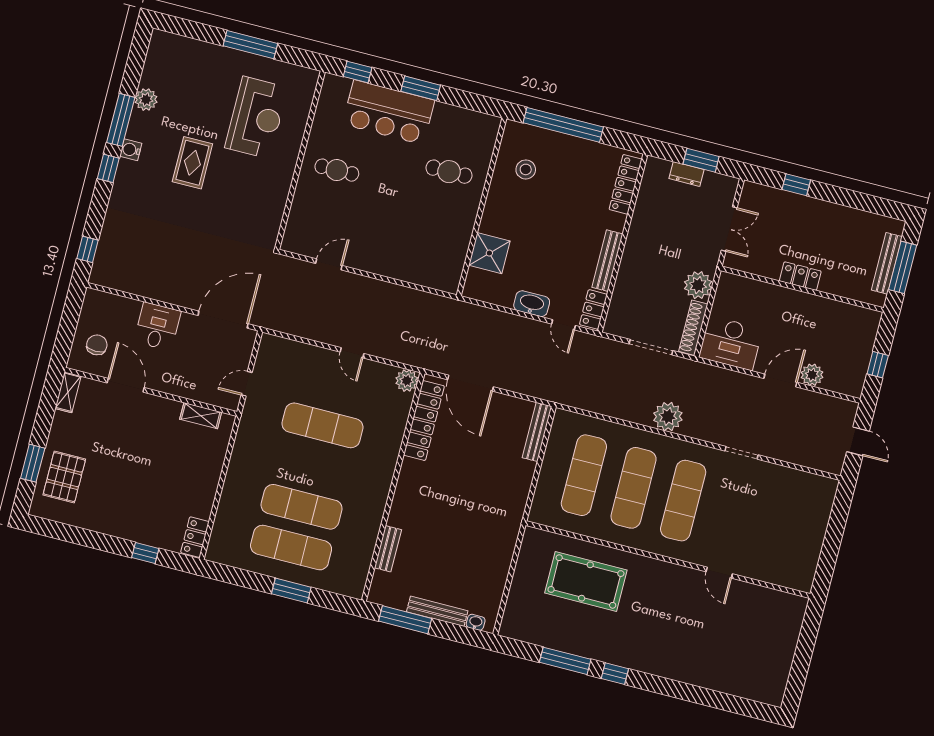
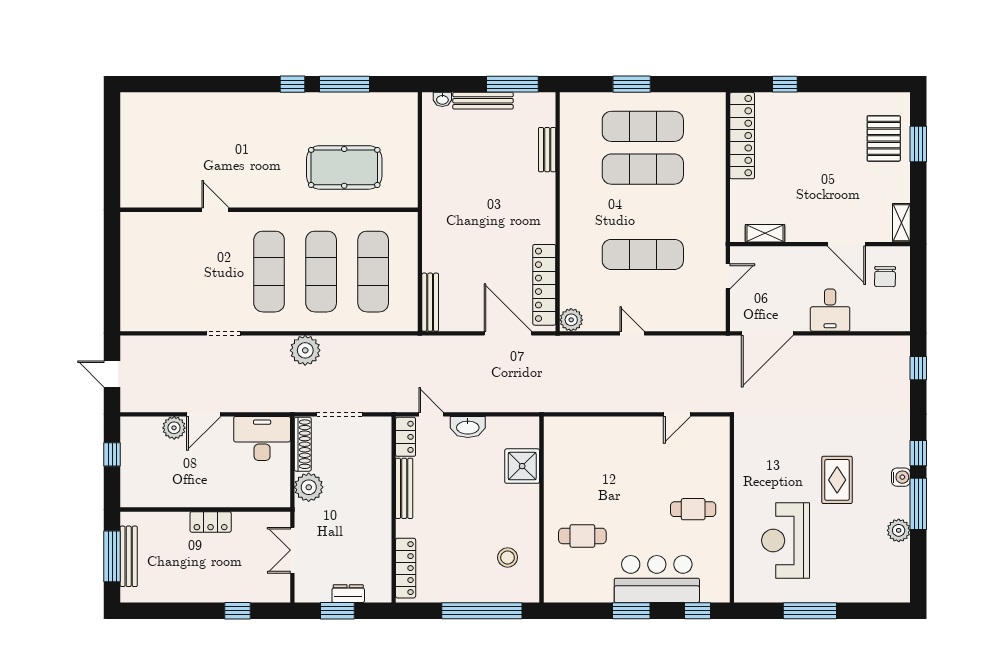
locker: (195, 537) -> (742, 136), width x2.16, depth x1.21

